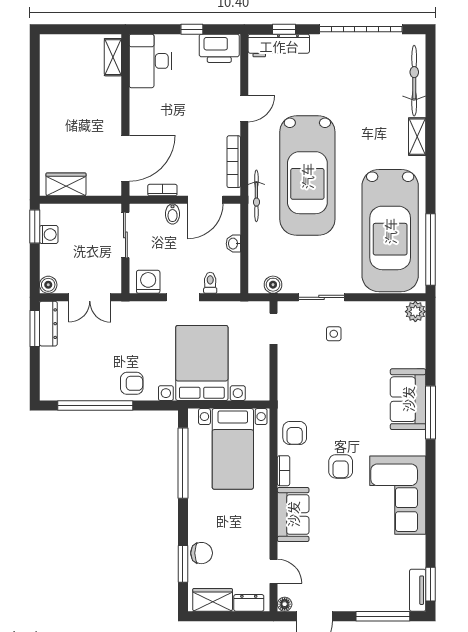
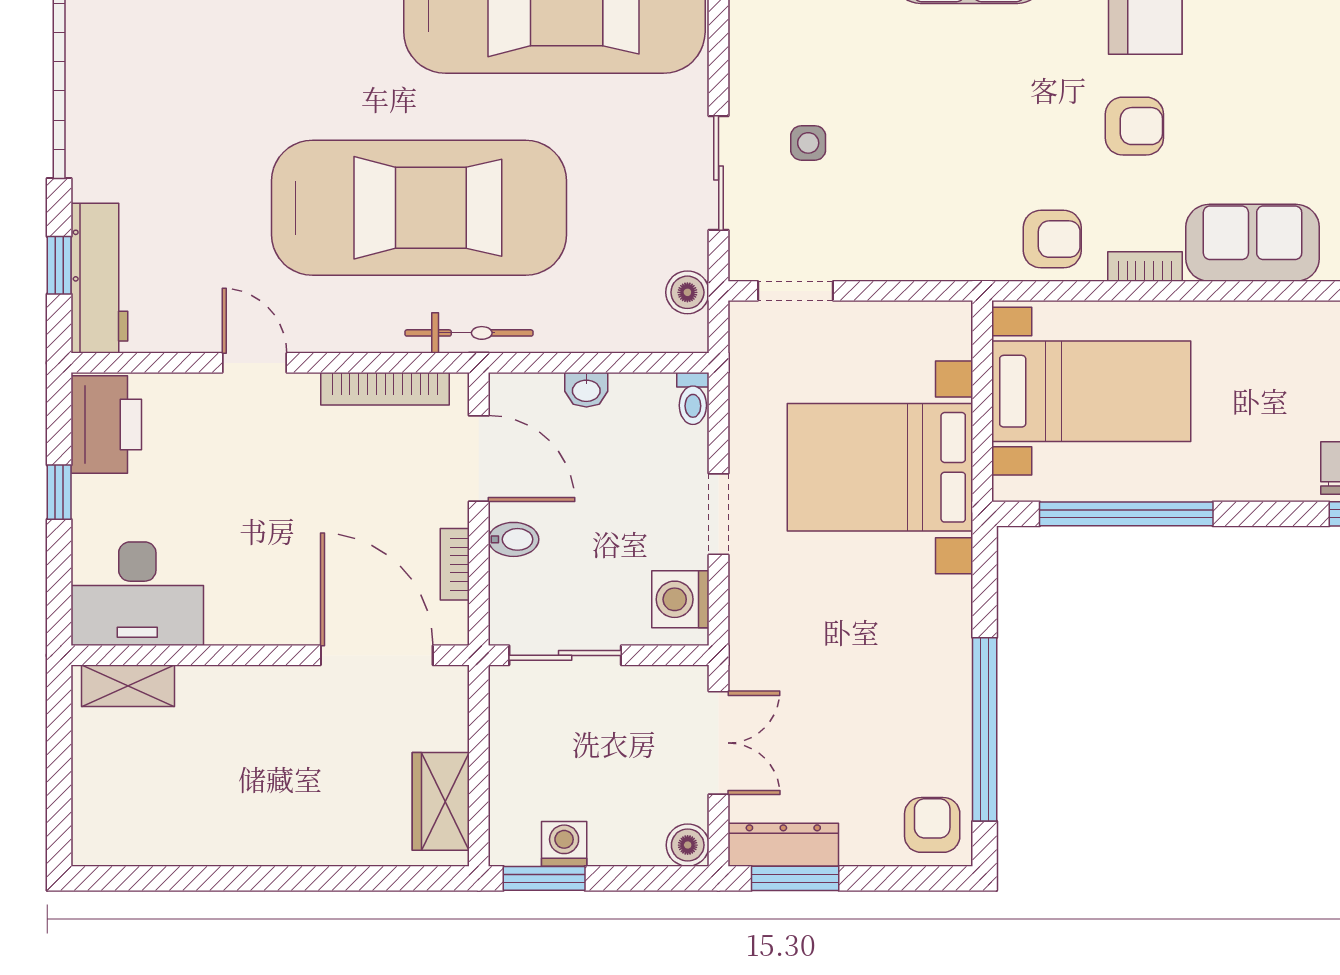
toilet: (210, 283) -> (693, 399), moved, turned -90
armchair: (132, 383) -> (932, 825), moved

